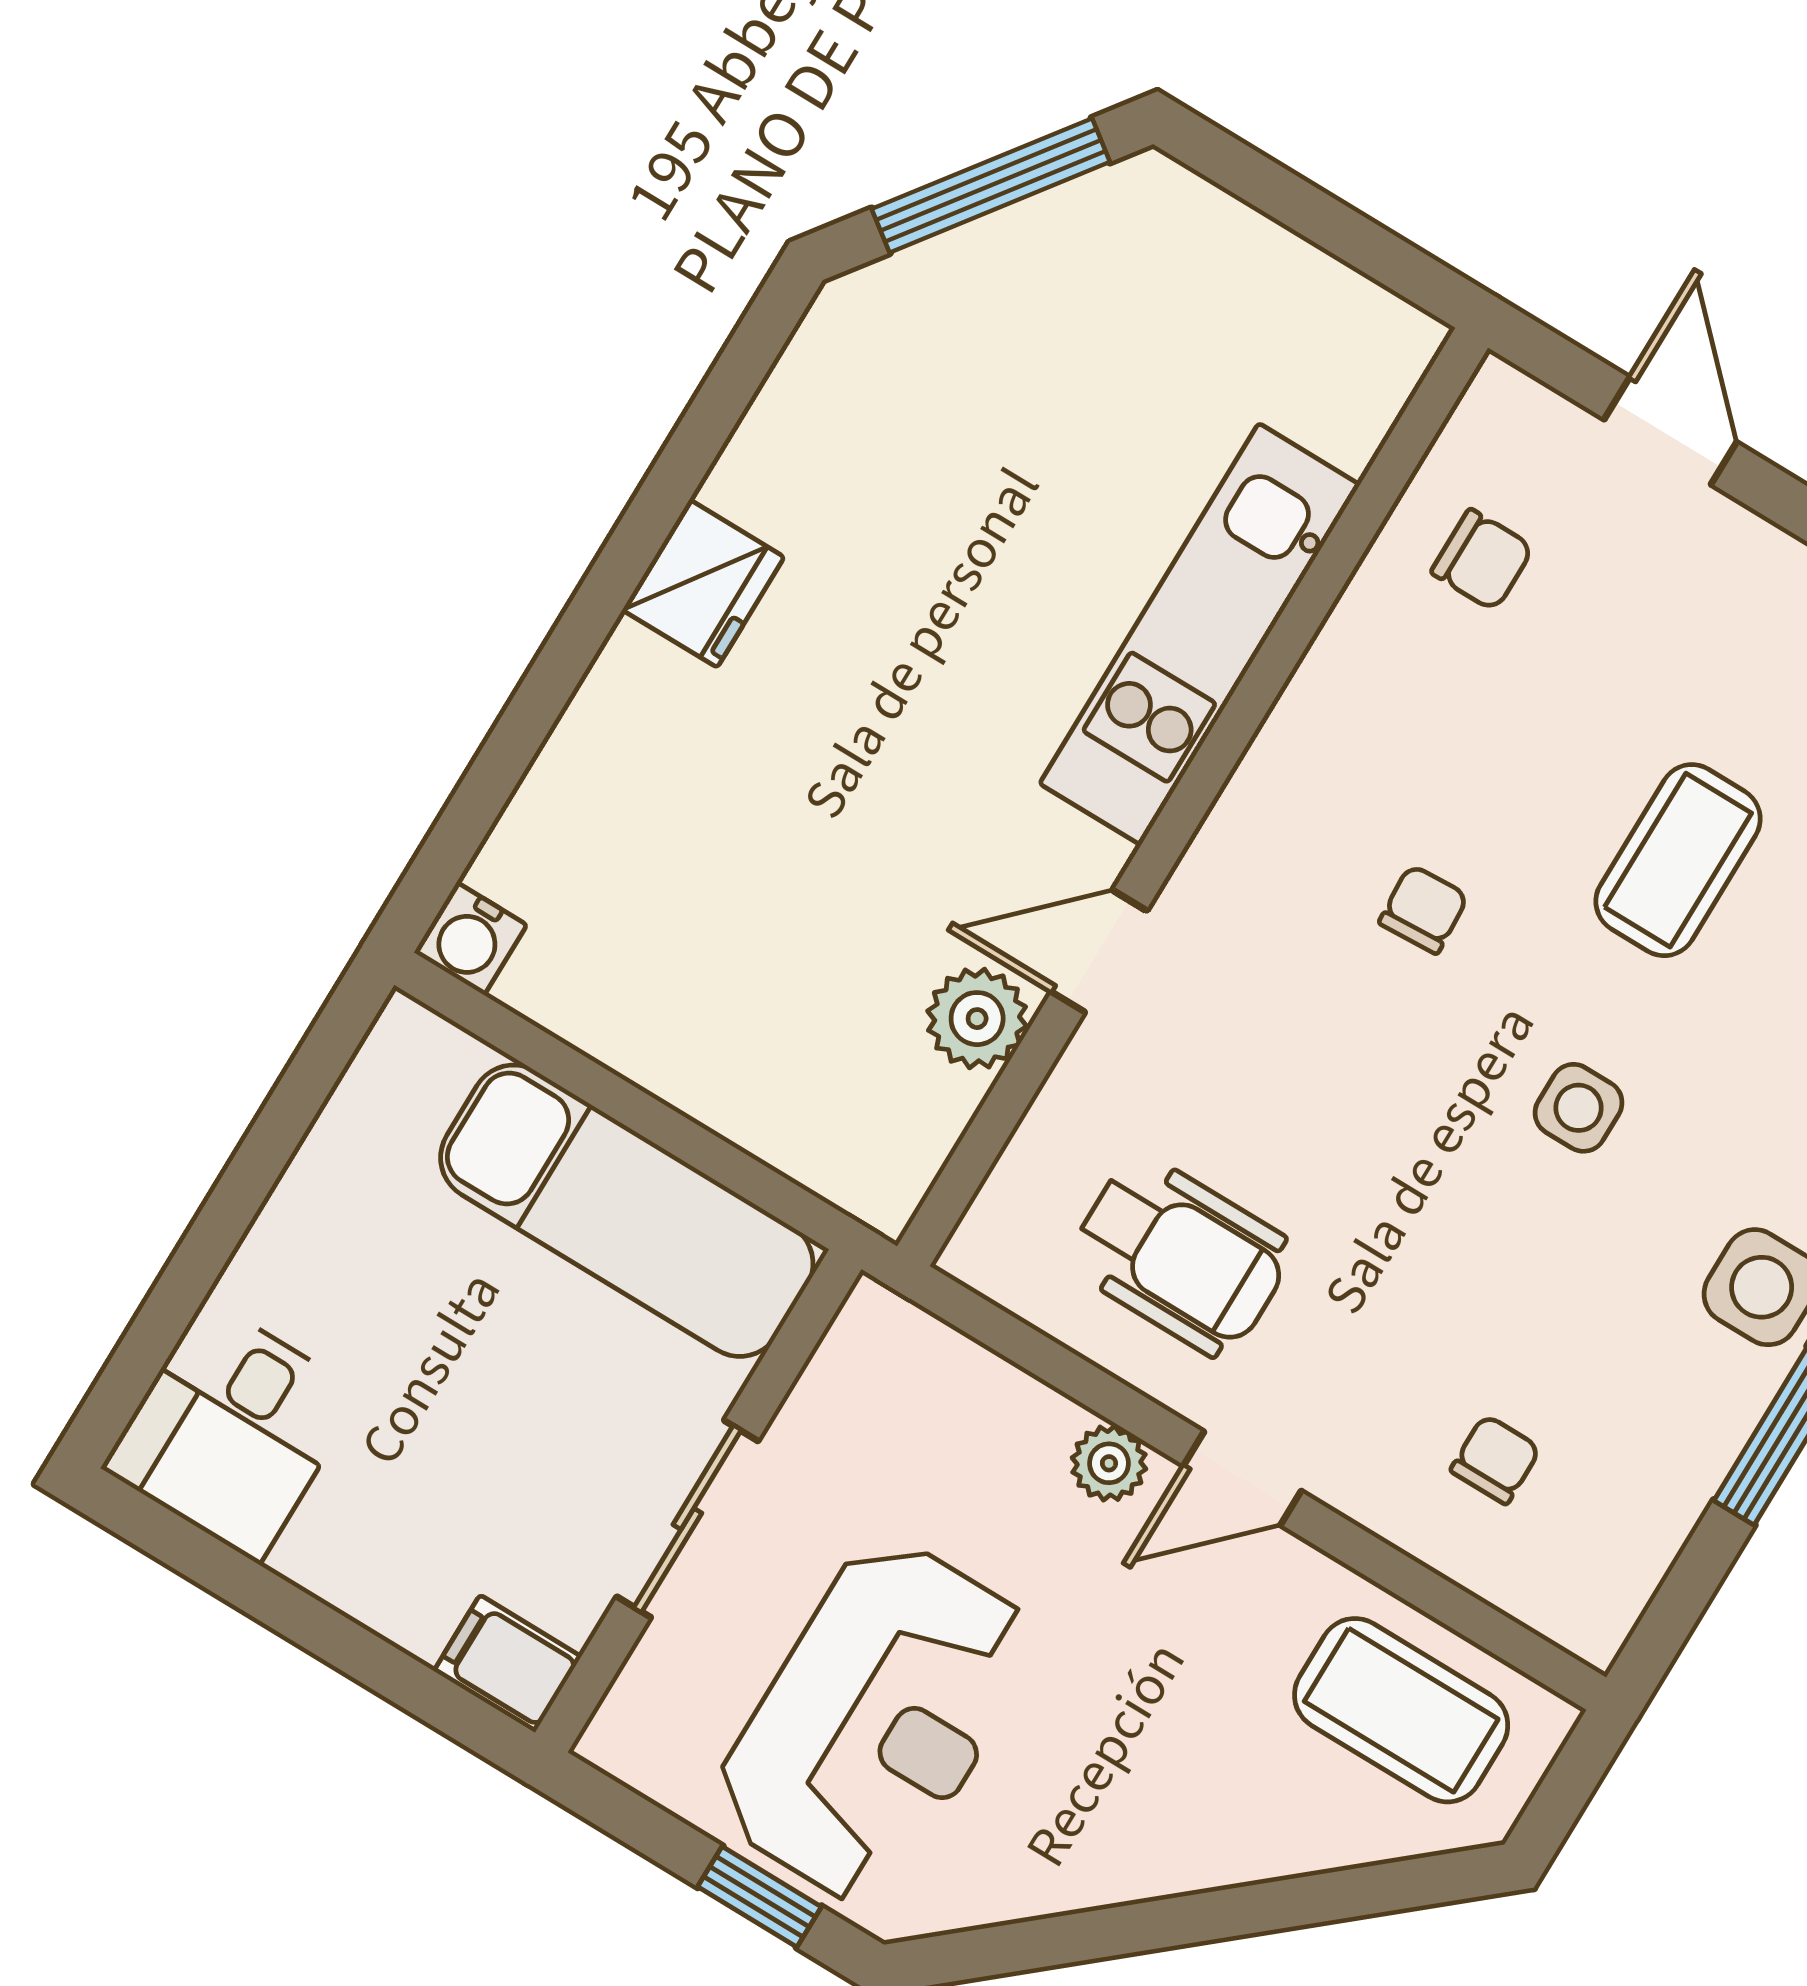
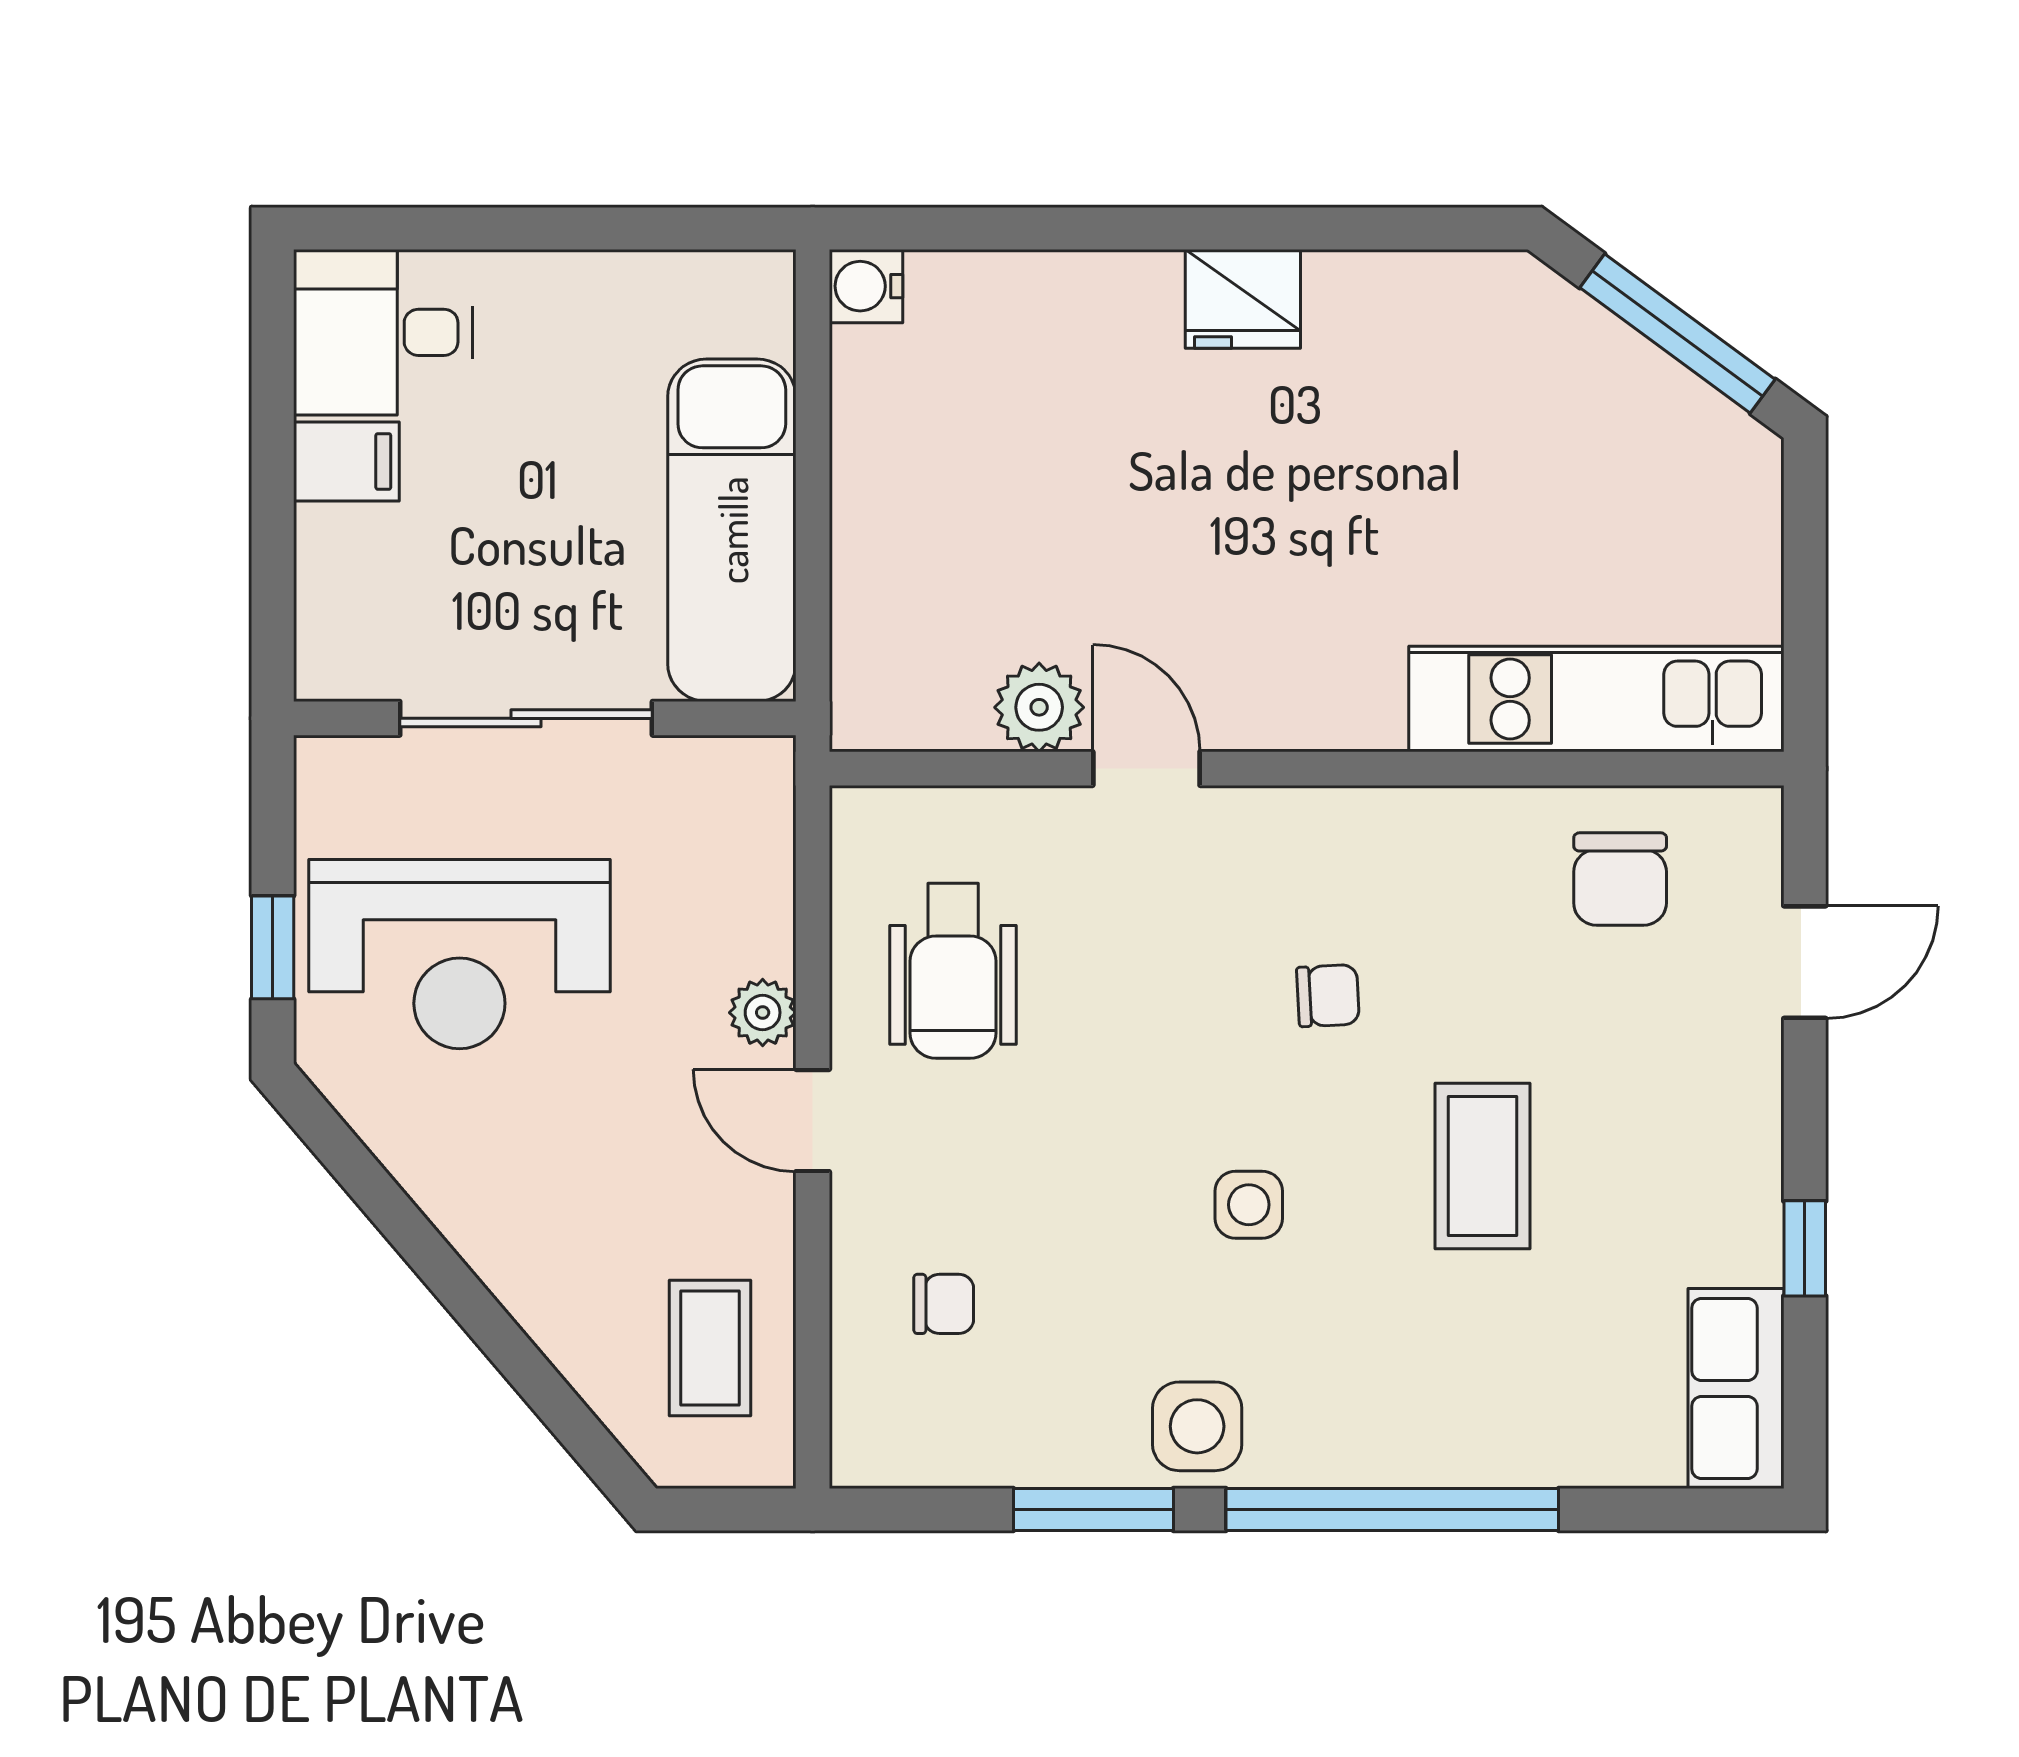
chair: (1482, 560) -> (1620, 879), width x1.37, depth x1.37
kitchen unit: (1200, 634) -> (1596, 699), moved
coffee table: (1678, 860) -> (1483, 1166), turned 90
sliding door: (687, 1519) -> (526, 718), width x1.37
filing cabinet: (508, 1664) -> (346, 461), moved, turned 90
coffee table: (1401, 1710) -> (710, 1348), width x0.73, depth x0.77

